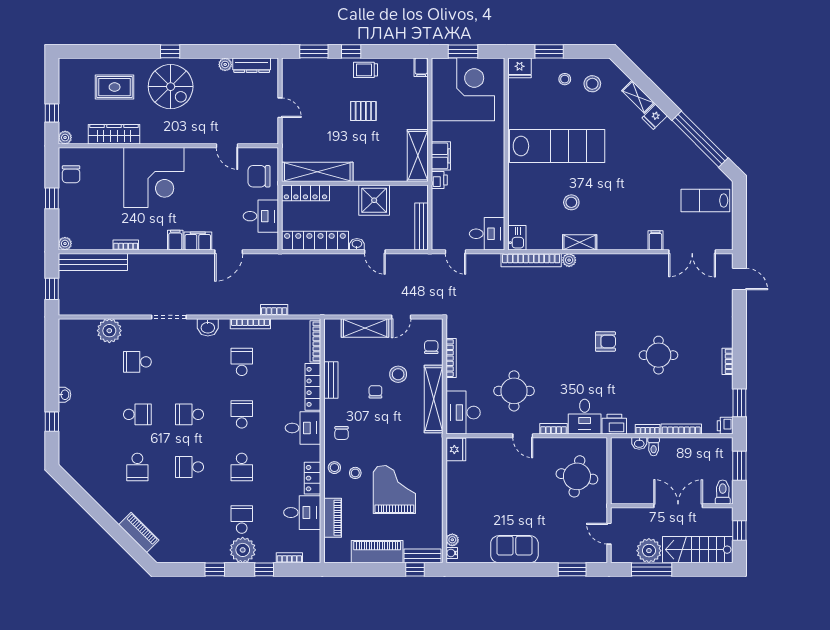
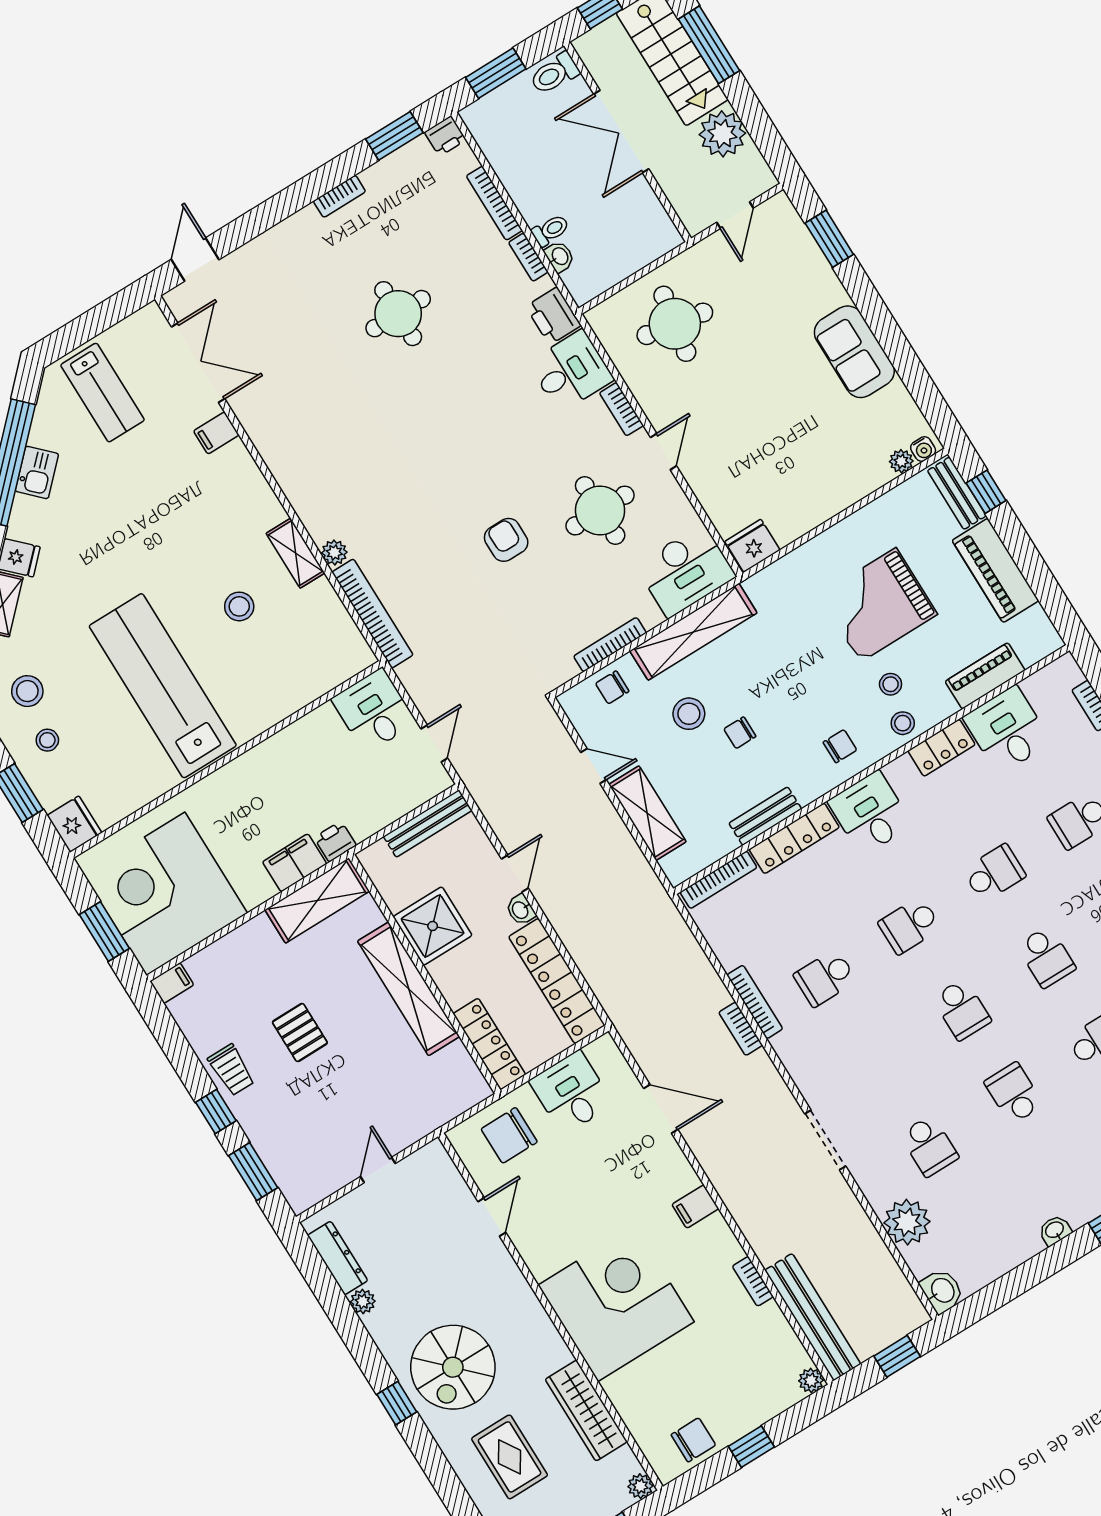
spiral stairs: (171, 87) -> (453, 1367), turned 180
shelving: (317, 172) -> (409, 989), moved
chair: (259, 176) -> (509, 1135), turned 90
kitchen sink: (517, 238) -> (37, 472), moved, turned 135
filing cabinet: (198, 241) -> (674, 1169), removed
bookcase: (274, 310) -> (741, 1029), moved
washbasin: (208, 327) -> (942, 1291), moved
armchair: (605, 341) -> (506, 540), moved
window: (652, 569) -> (709, 45), moved

